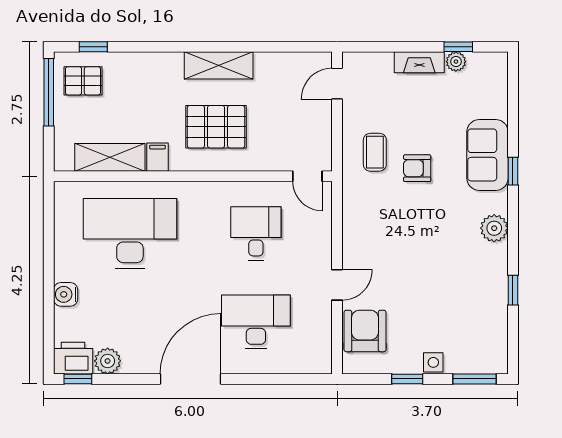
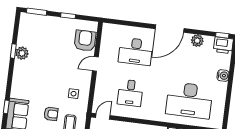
door: (307, 176) -> (103, 117), hinge flipped
plant: (494, 228) -> (22, 53), moved
armchair: (365, 331) -> (85, 41), turned 180
plant: (108, 361) -> (197, 41), moved
side table: (433, 362) -> (74, 94), moved

